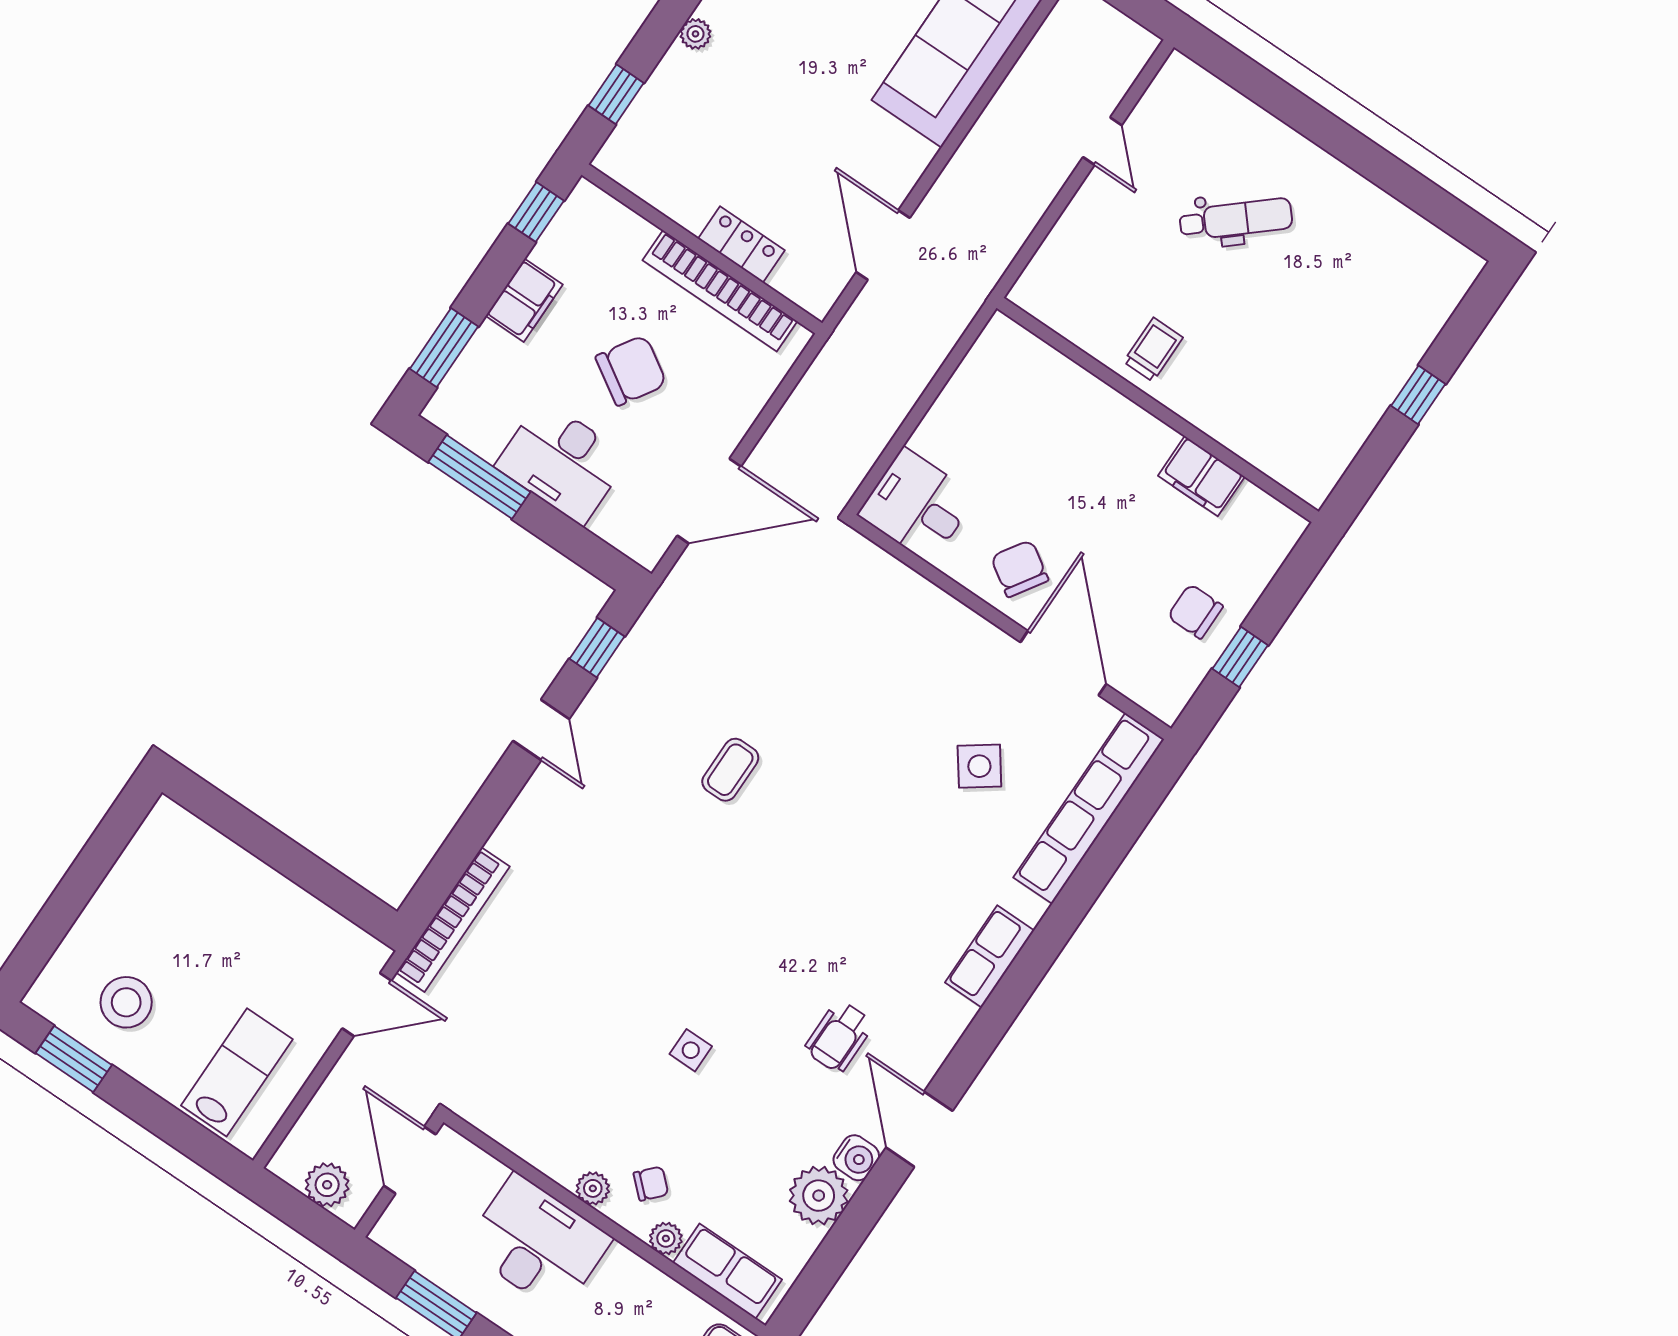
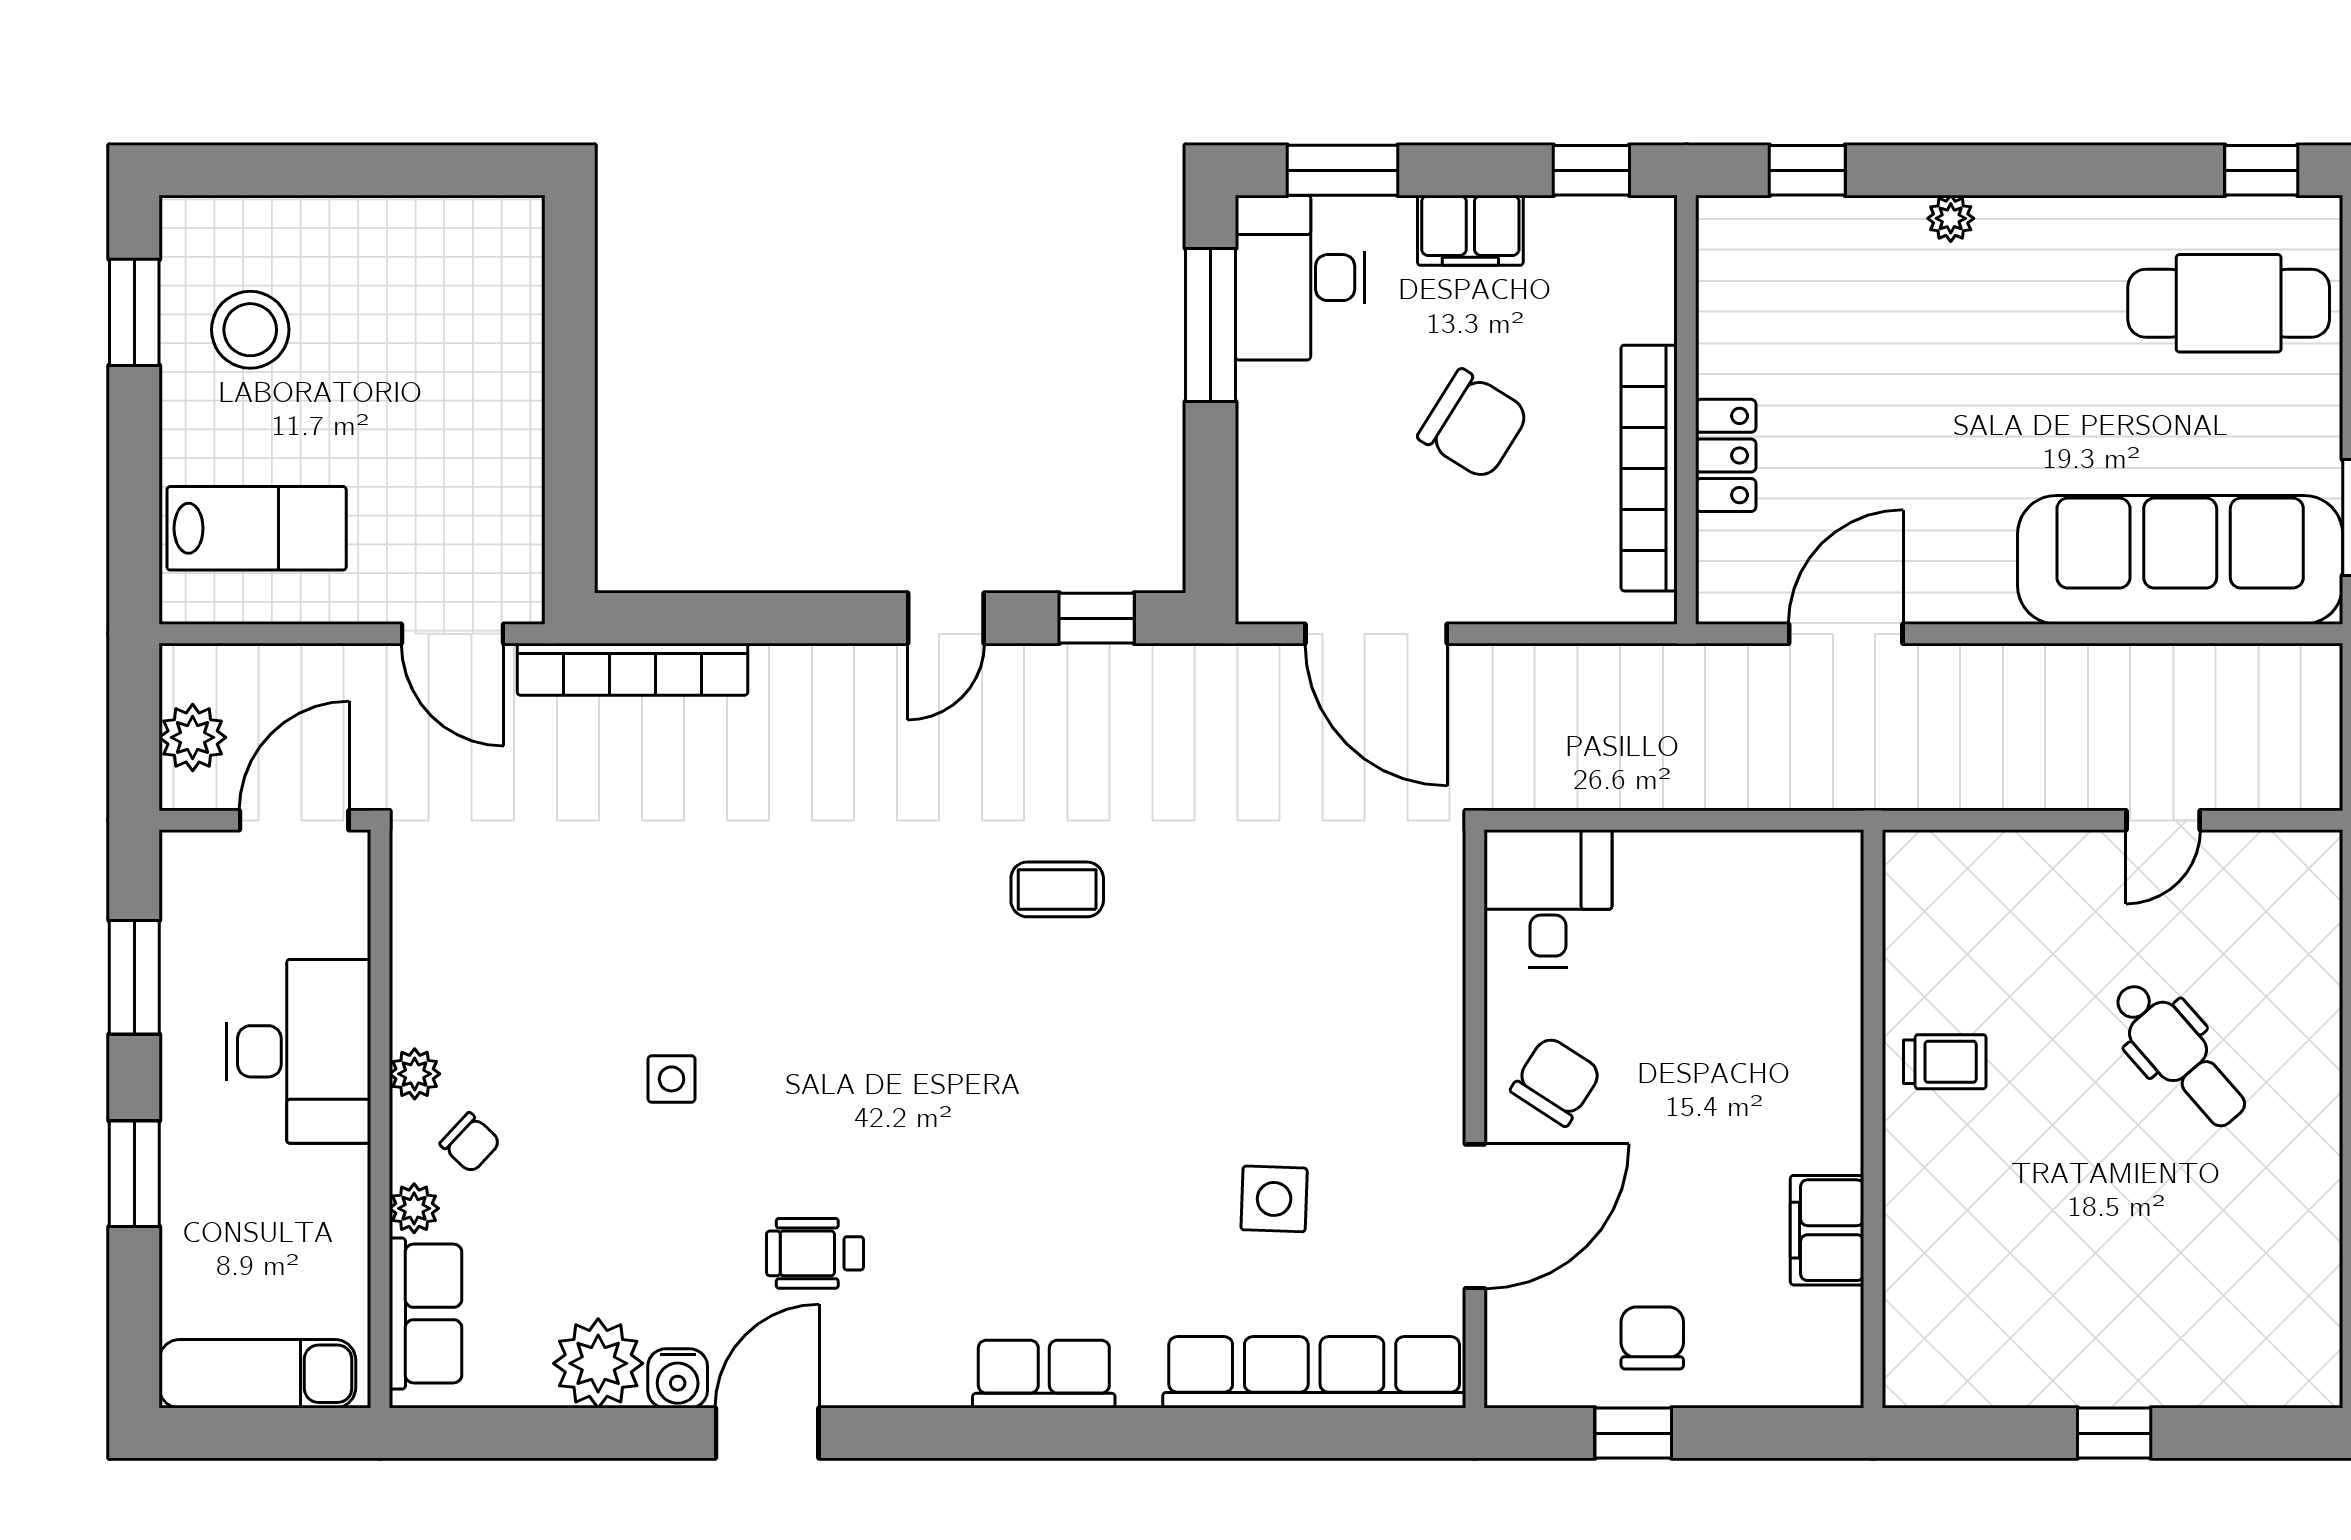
desk: (562, 462) -> (1300, 278), moved
side table: (979, 766) -> (1274, 1199), turned 38

